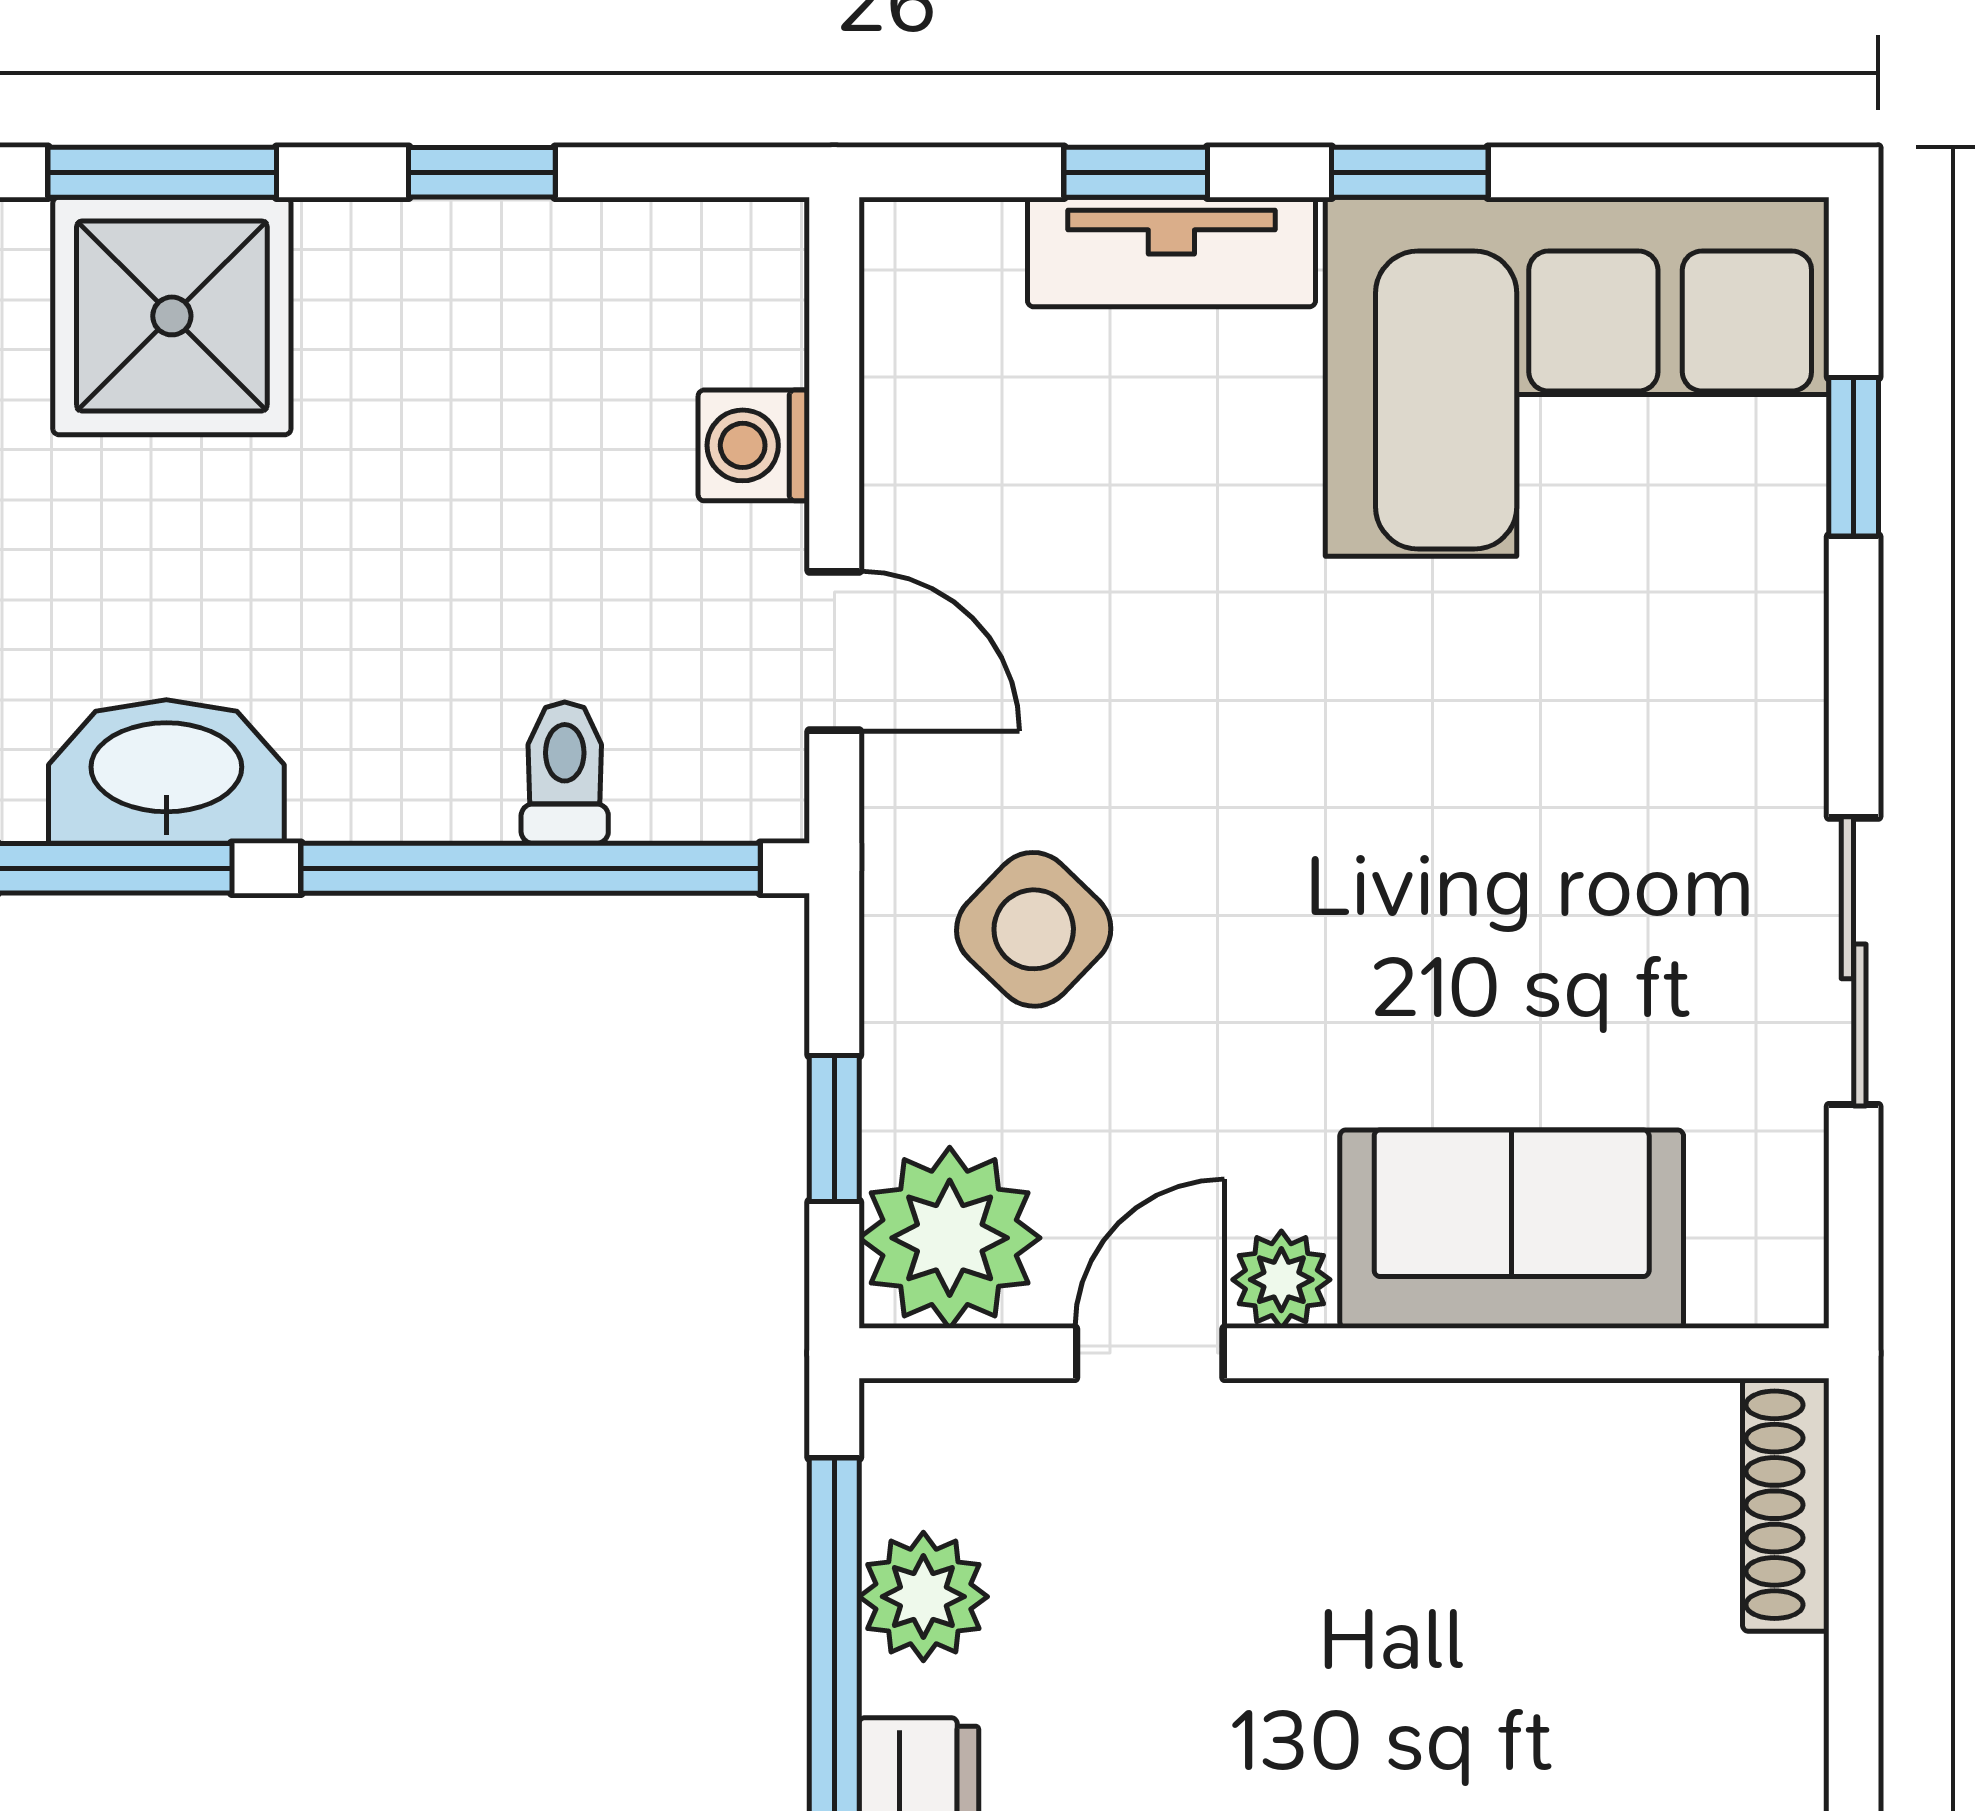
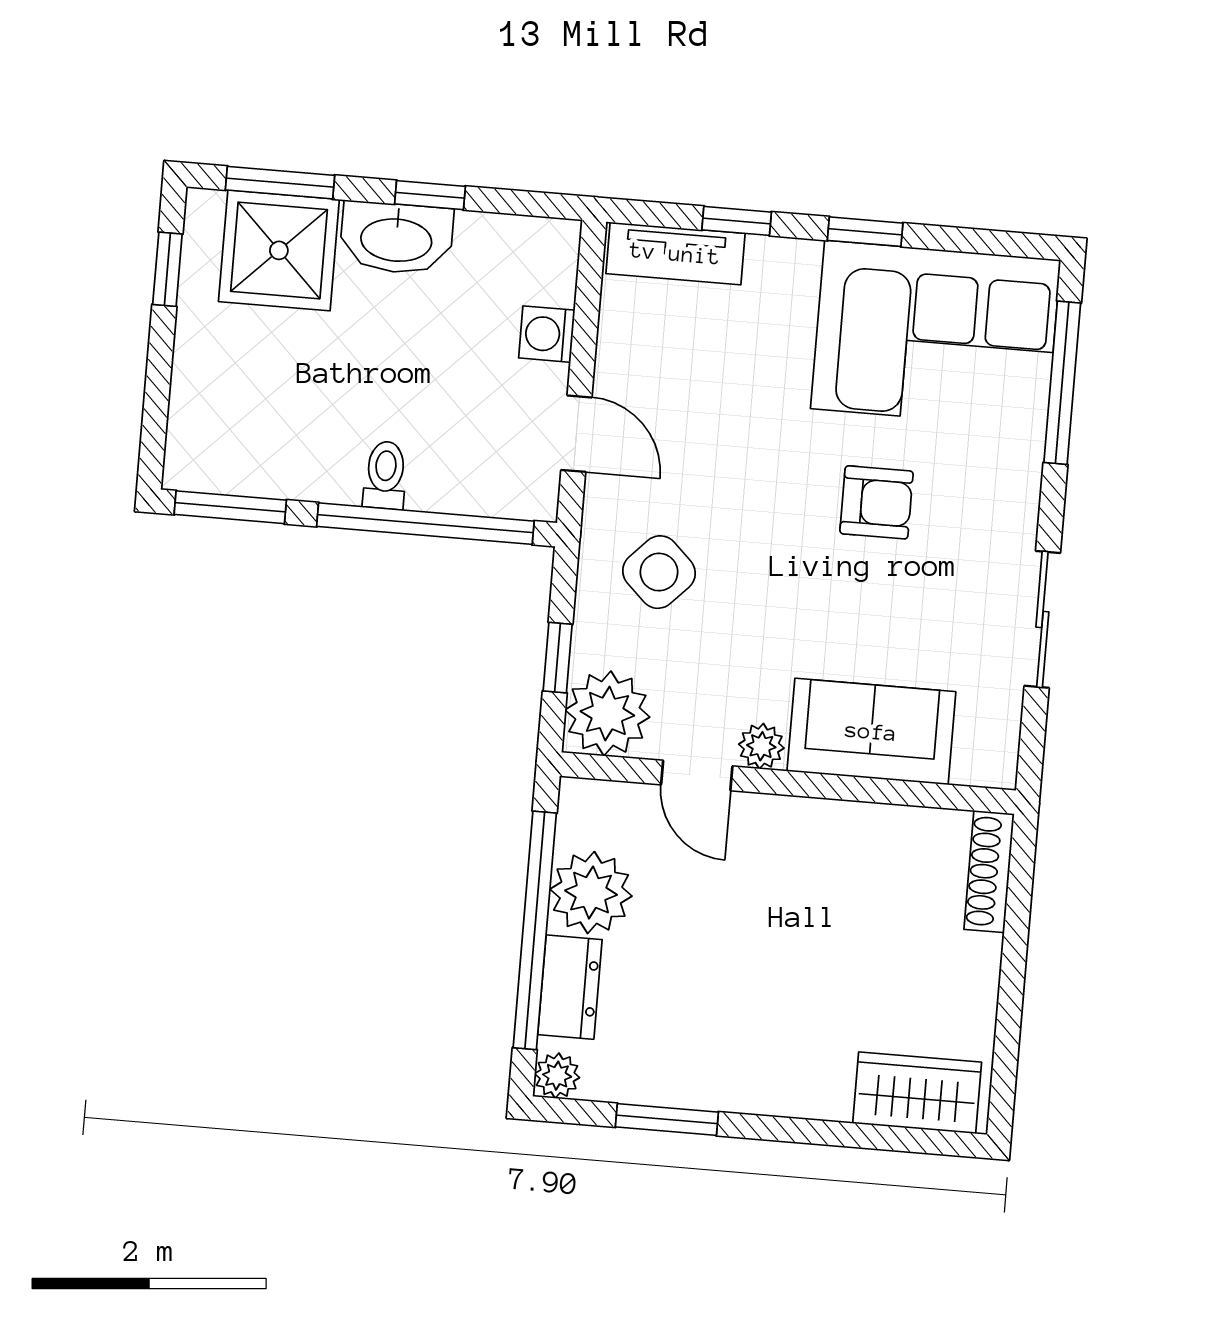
tv unit: (1171, 252) -> (675, 253), moved
window: (1854, 457) -> (1062, 383), width x2.17
armchair: (1482, 743) -> (876, 502), added
washbasin: (166, 772) -> (396, 238), moved, turned 180
toilet: (565, 773) -> (385, 475), moved
door: (1150, 1353) -> (697, 775), swing flipped
plant: (923, 1597) -> (591, 893), width x1.36, depth x1.36

